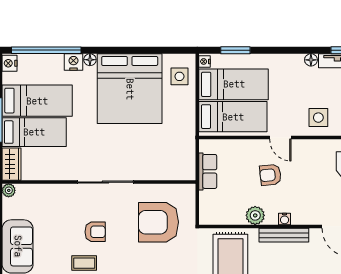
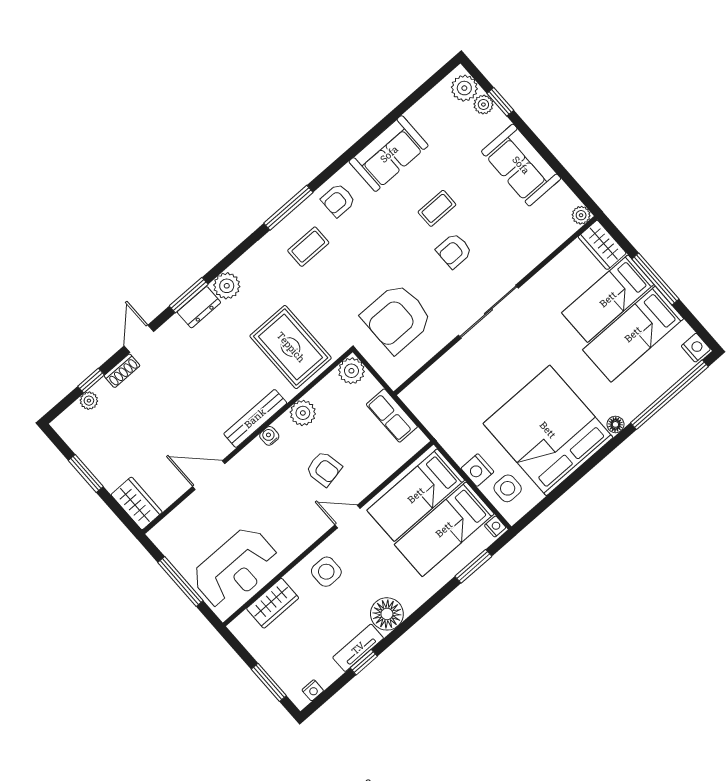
floor lamp: (311, 60) -> (387, 614), width x1.89, depth x1.89
nightstand: (73, 62) -> (477, 470), moved, turned 90
armchair: (270, 175) -> (324, 469), turned 85
plant: (209, 215) -> (351, 371), added
armchair: (158, 222) -> (397, 318), turned 180

